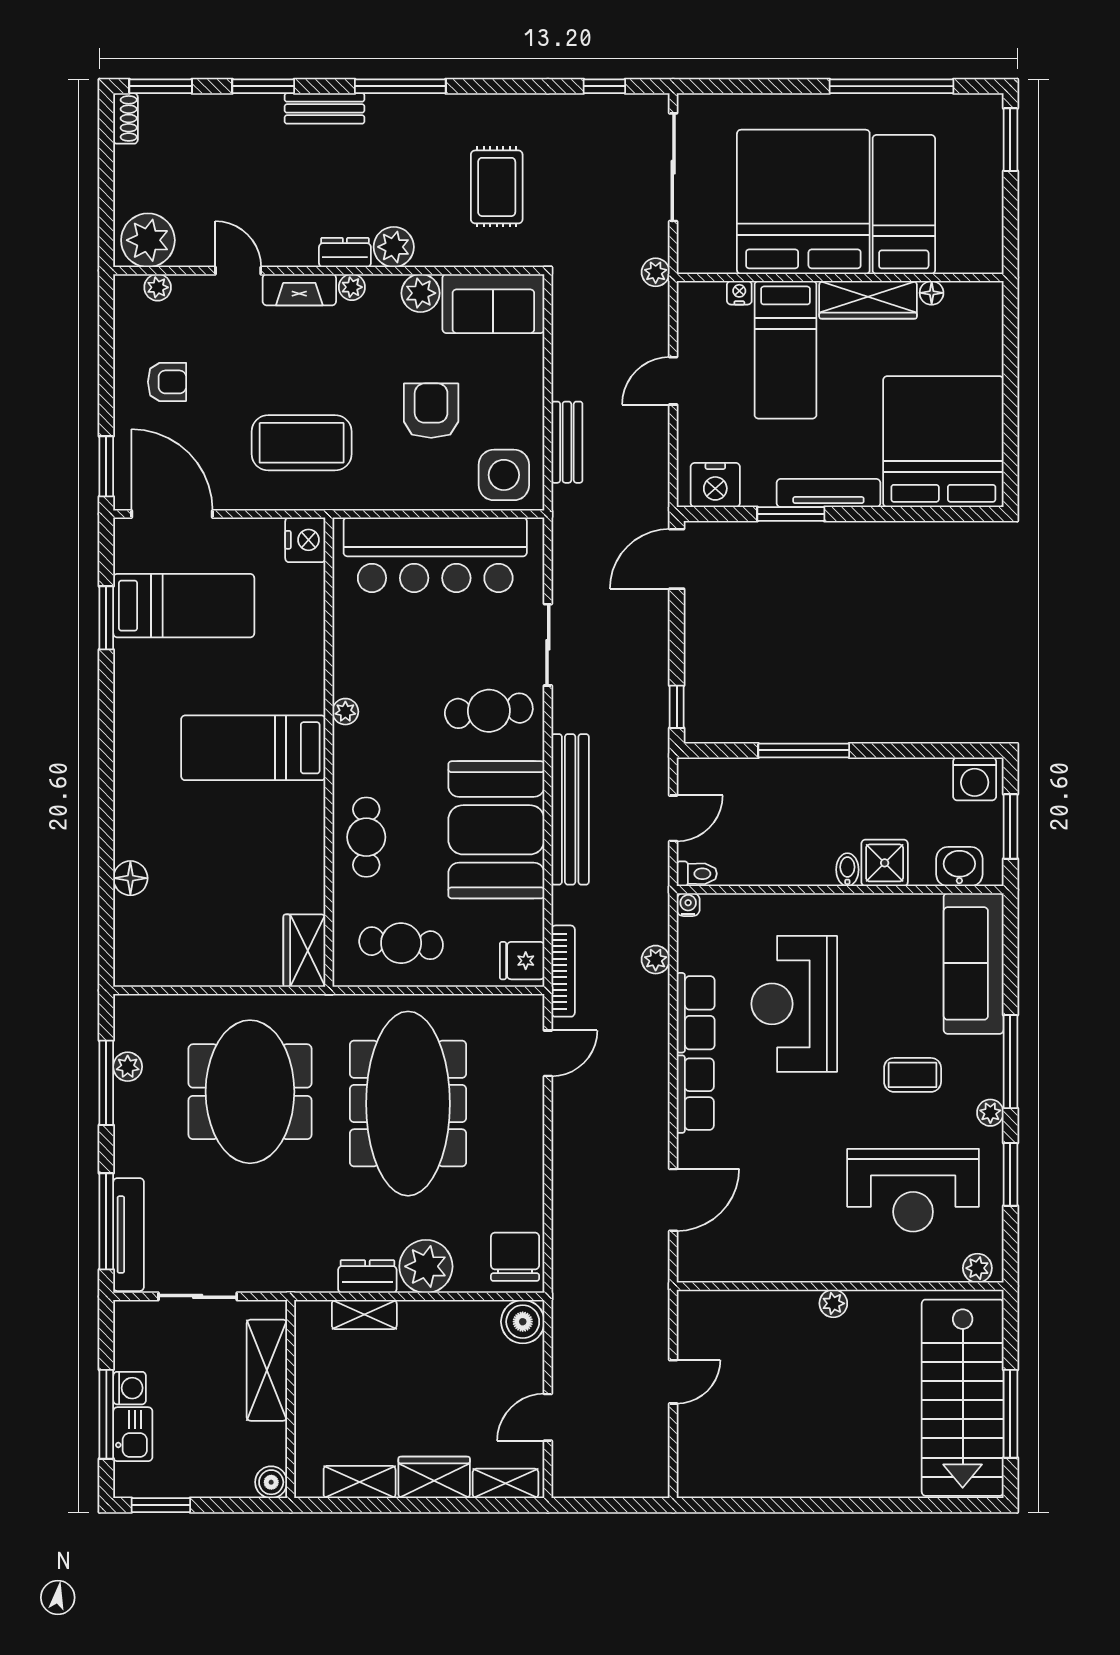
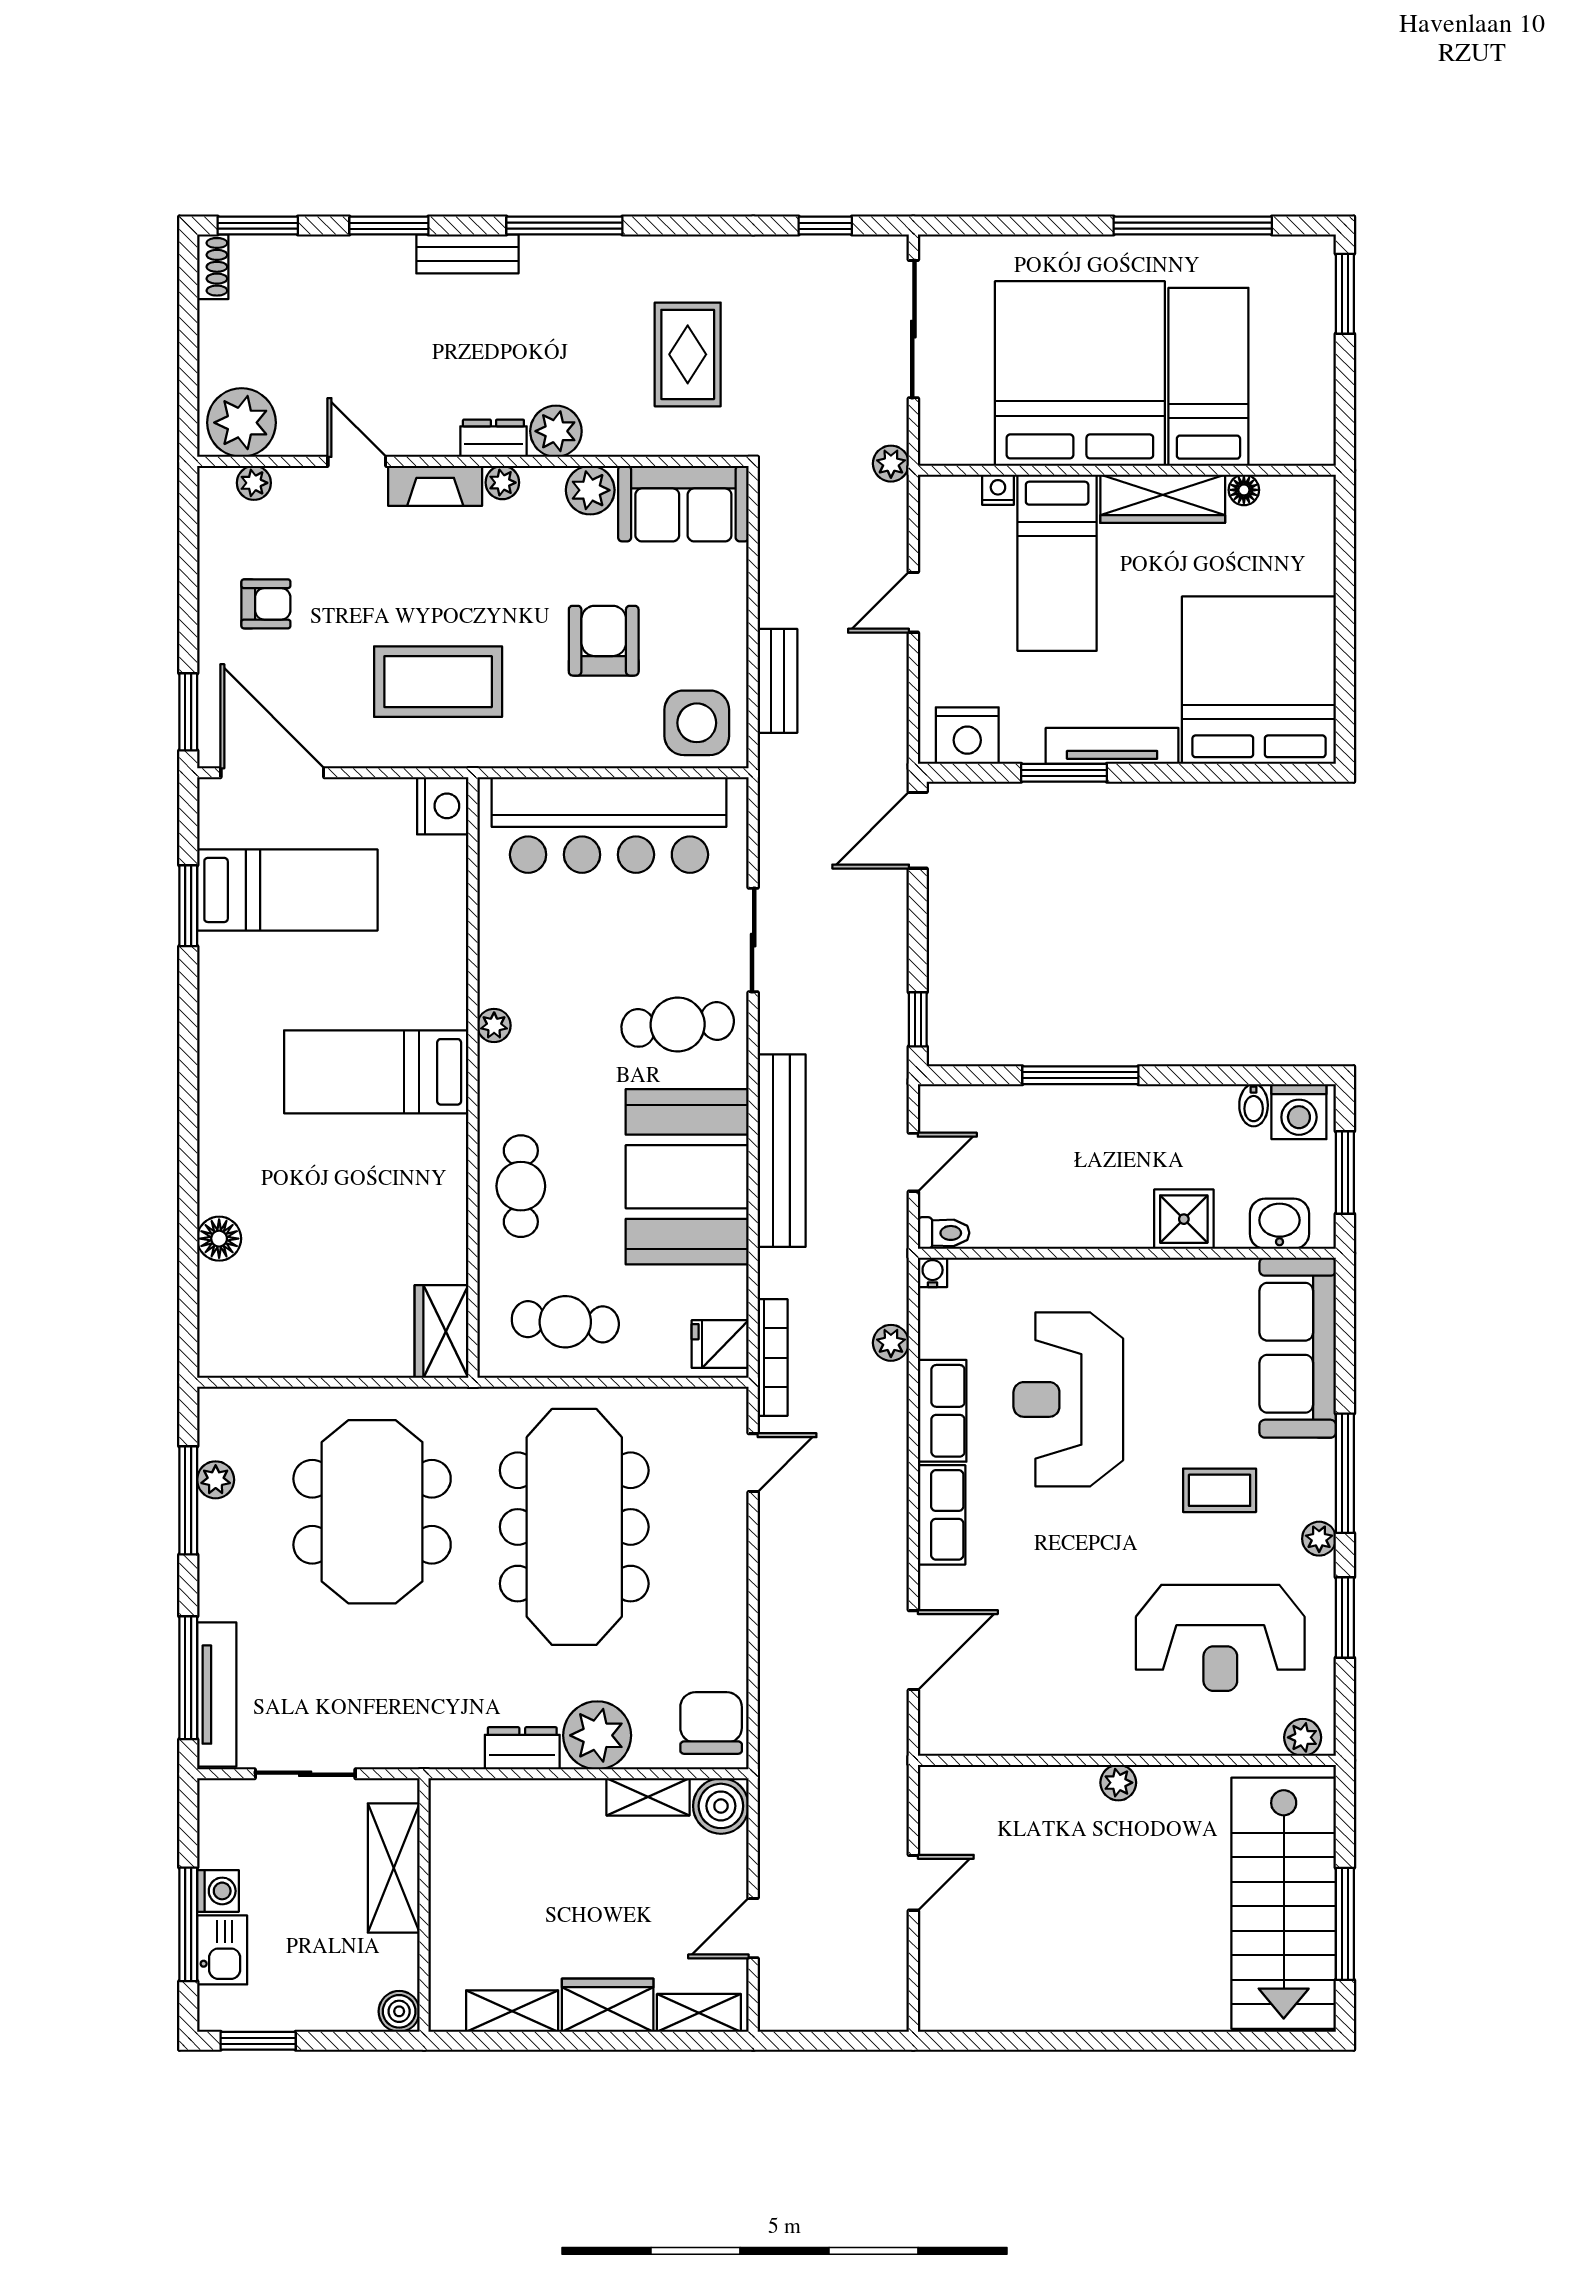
bidet: (847, 870) -> (1254, 1105), moved, turned 180
shelving: (364, 1315) -> (648, 1797), moved

